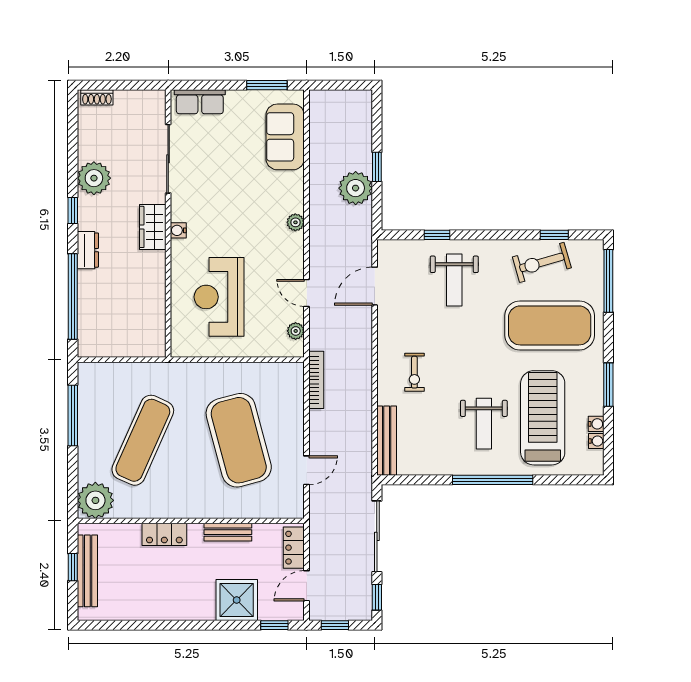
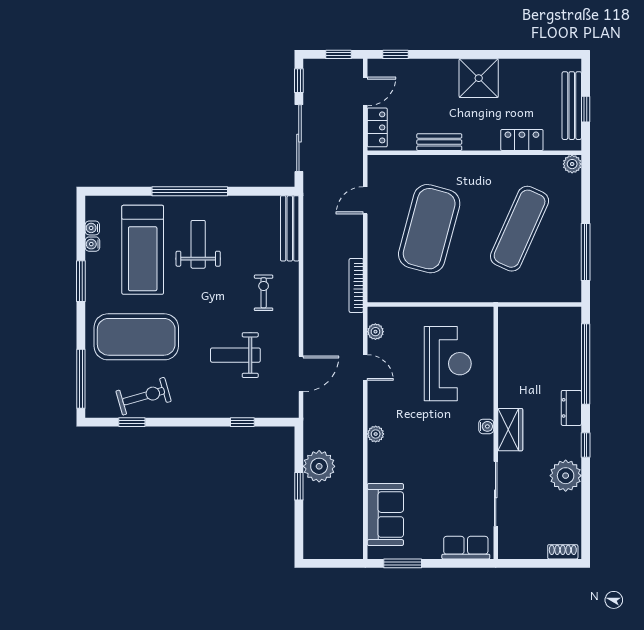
weight bench: (454, 280) -> (235, 355), moved, turned -90
exercise mat: (239, 440) -> (429, 229), turned 30
plant: (95, 500) -> (572, 164), width x0.53, depth x0.53
locker: (164, 534) -> (522, 140), moved
shower: (237, 600) -> (479, 78), moved

